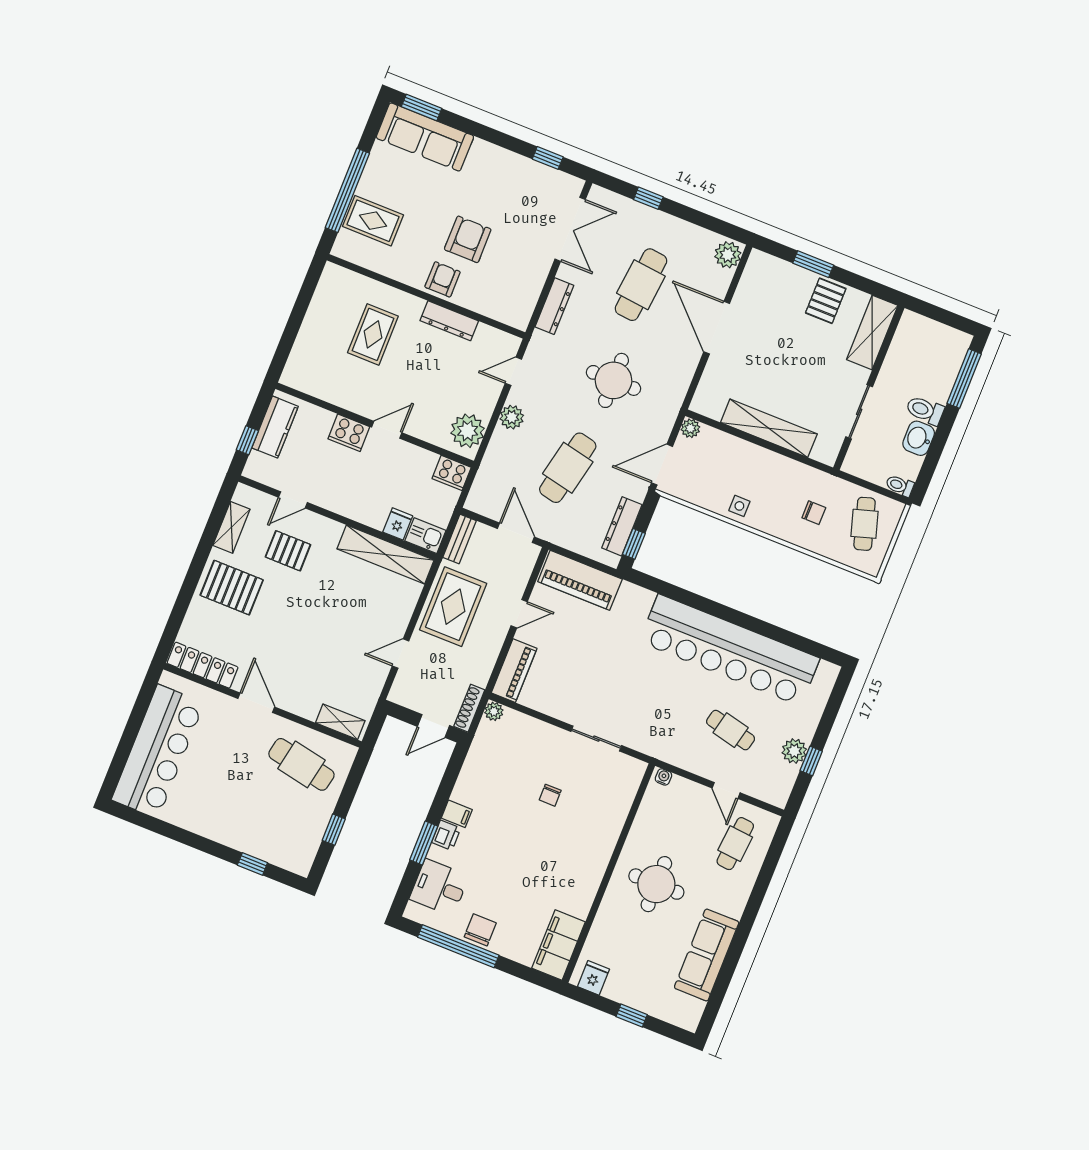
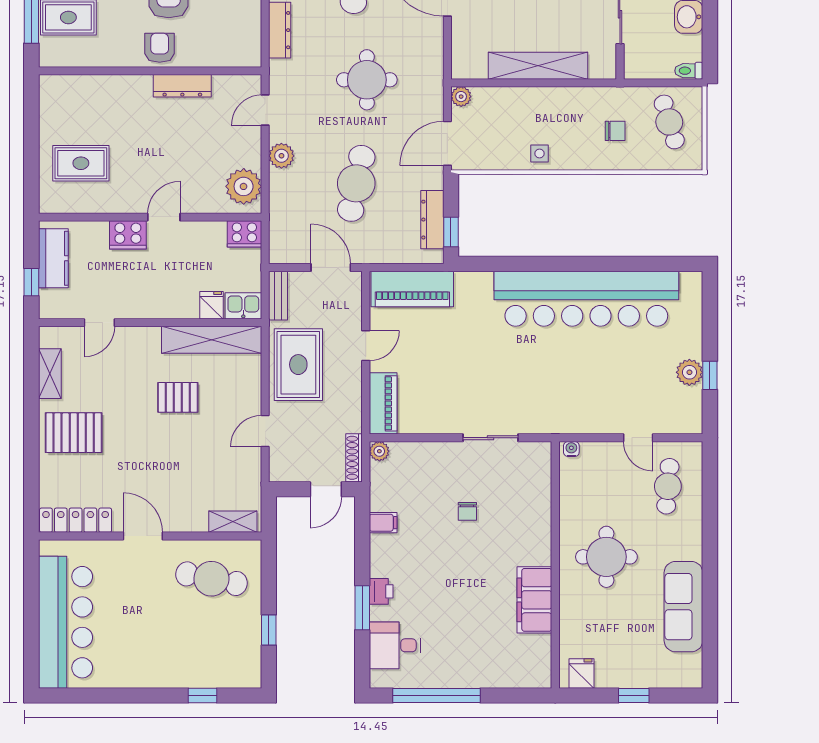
rug: (373, 334) -> (81, 163), moved, turned 90
pallet: (288, 551) -> (178, 397), moved
cafe table: (731, 730) -> (619, 377), removed
filing cabinet: (457, 814) -> (383, 523), moved
chair: (480, 930) -> (452, 671), removed
filing cabinet: (559, 945) -> (534, 600), moved

